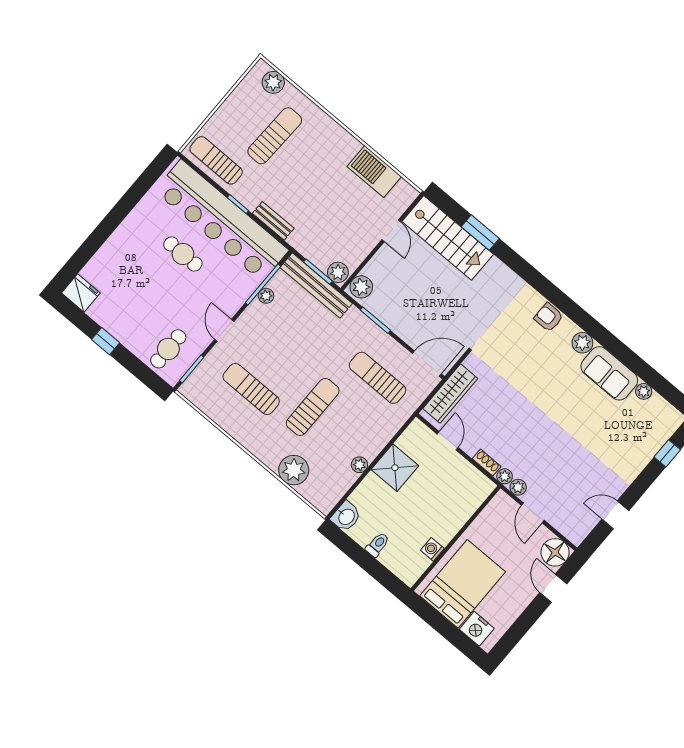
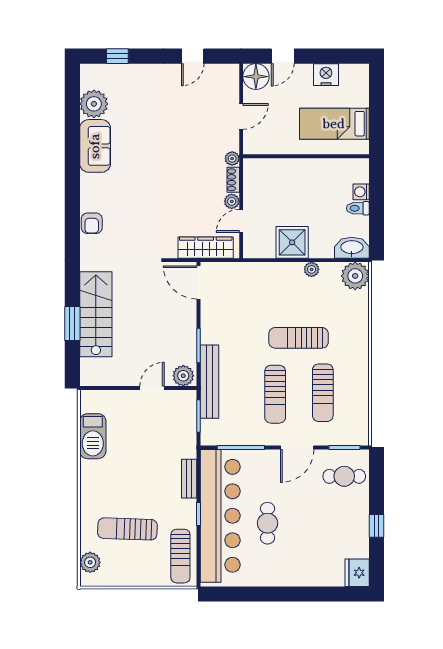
door: (391, 231) -> (152, 388), moved
stairs: (448, 238) -> (96, 314), moved
plant: (338, 272) -> (187, 401), removed
bench: (316, 286) -> (209, 382), moved
plant: (266, 296) -> (247, 438), removed
door: (224, 330) -> (297, 447), width x1.37
plant: (582, 343) -> (89, 184), removed
sun lounger: (378, 378) -> (275, 394), moved
plant: (644, 391) -> (94, 104), width x1.88, depth x1.88
plant: (294, 470) -> (355, 276), moved
plant: (518, 487) -> (232, 201), moved
door: (615, 515) -> (193, 56), hinge flipped
washbasin: (346, 516) -> (352, 248), width x1.38
washing machine: (432, 549) -> (361, 192), moved, turned 90
bed: (463, 584) -> (334, 124), width x0.67
nightstand: (477, 629) -> (326, 75), moved, turned -90

